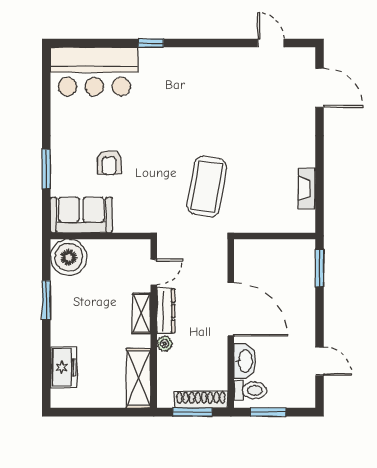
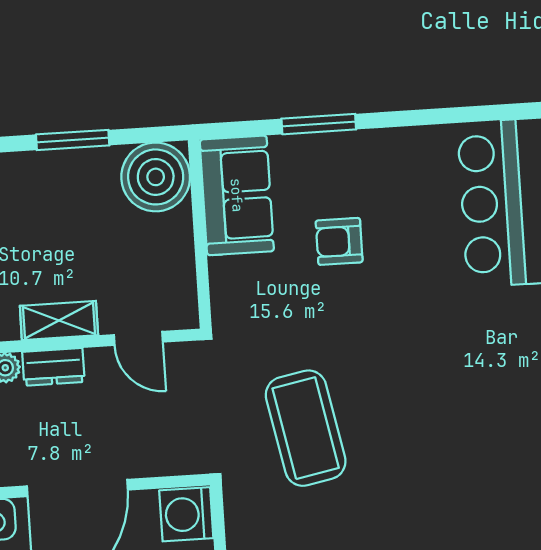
coffee table: (207, 186) -> (306, 428), turned 69
washing machine: (249, 253) -> (186, 514), added
dresser: (166, 311) -> (53, 367), width x0.70

